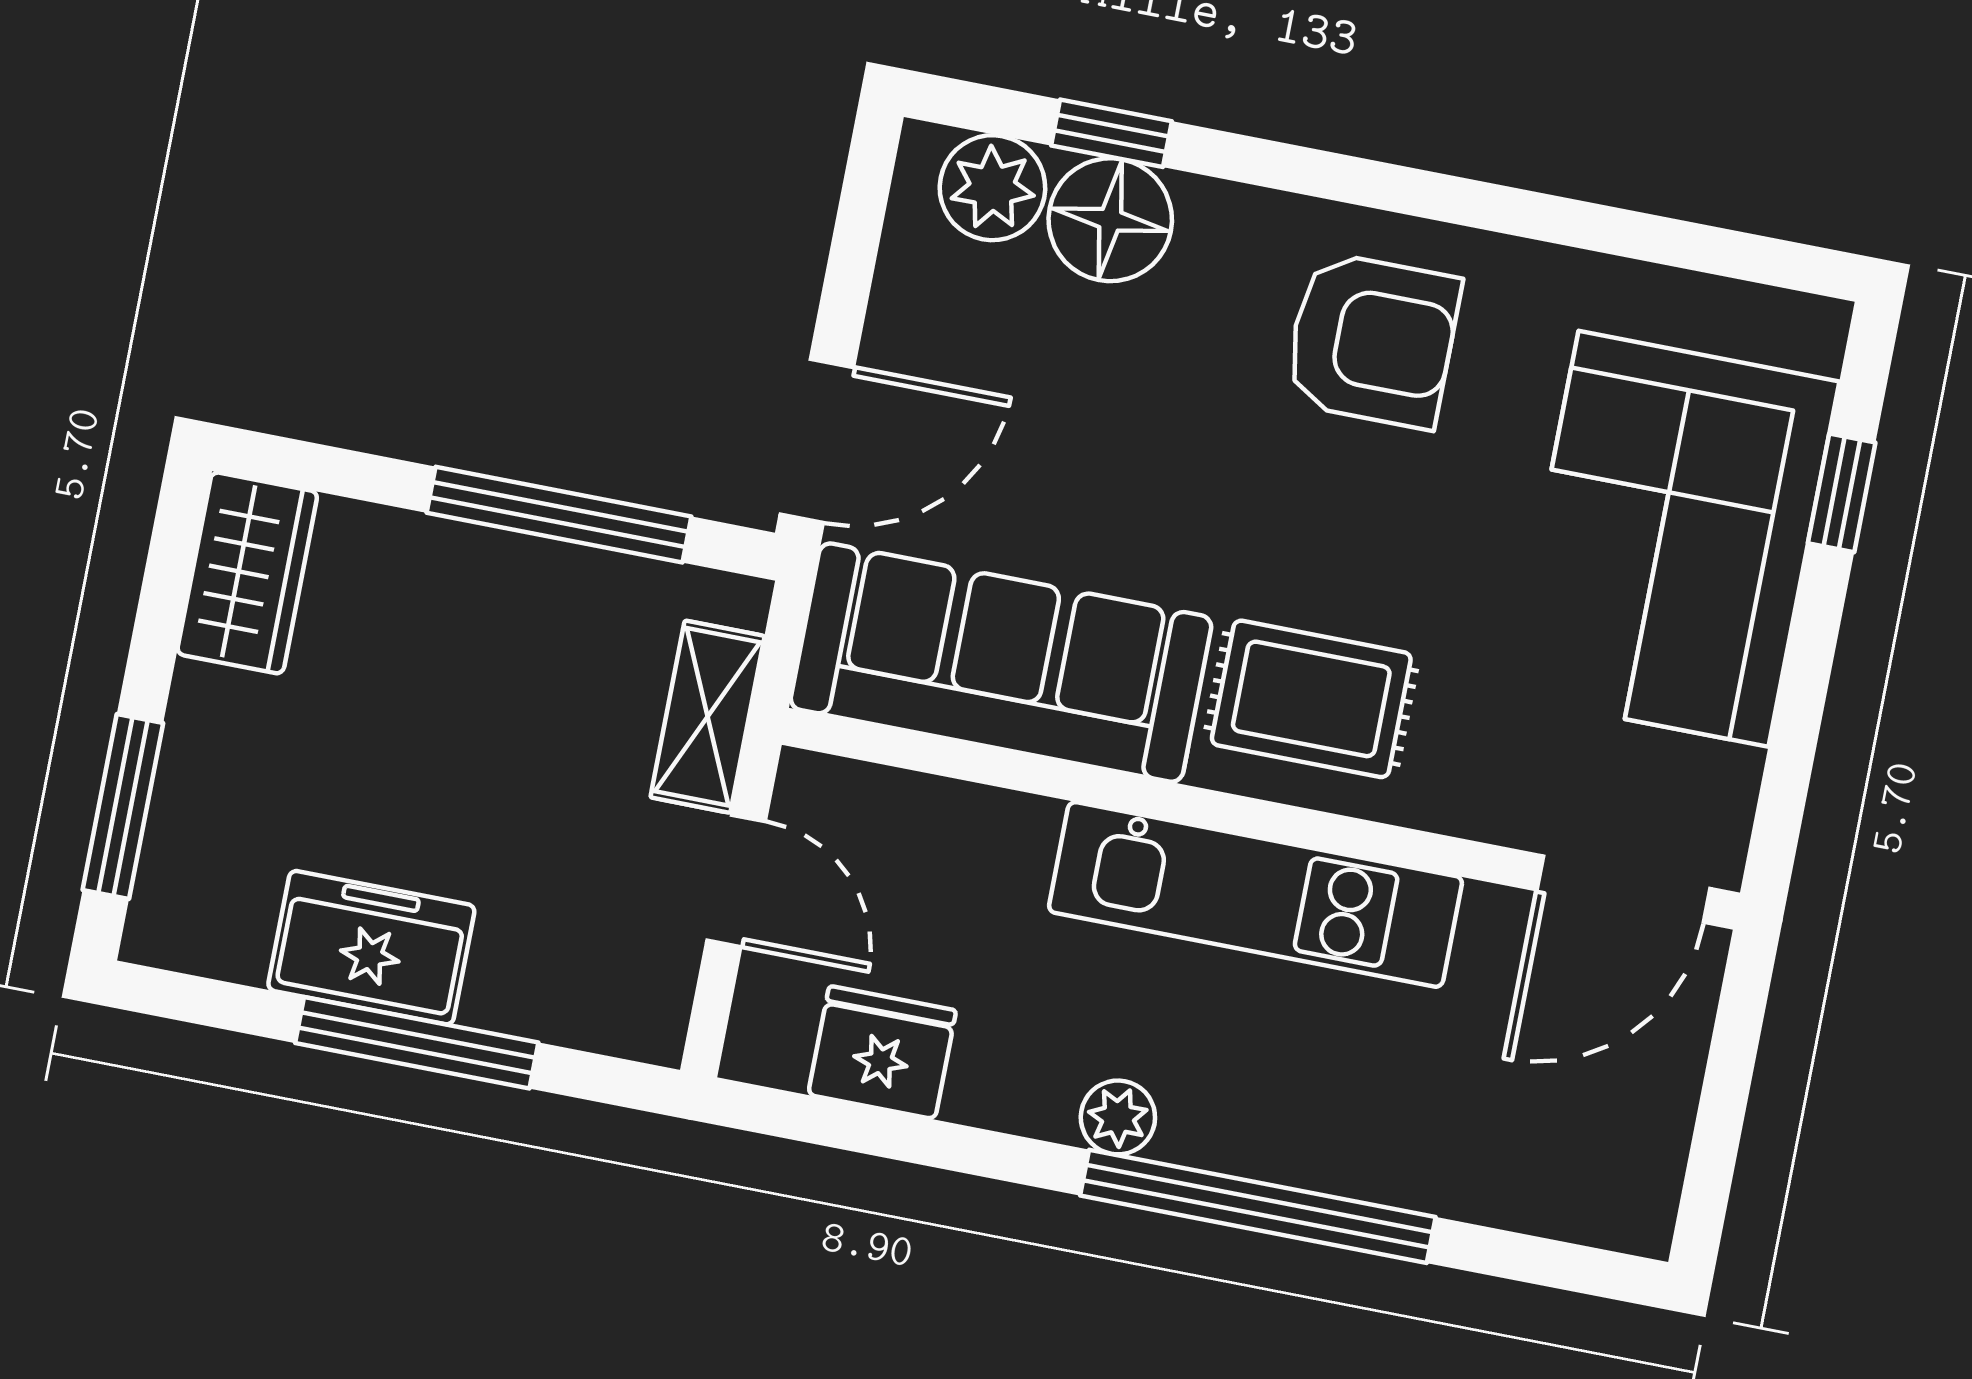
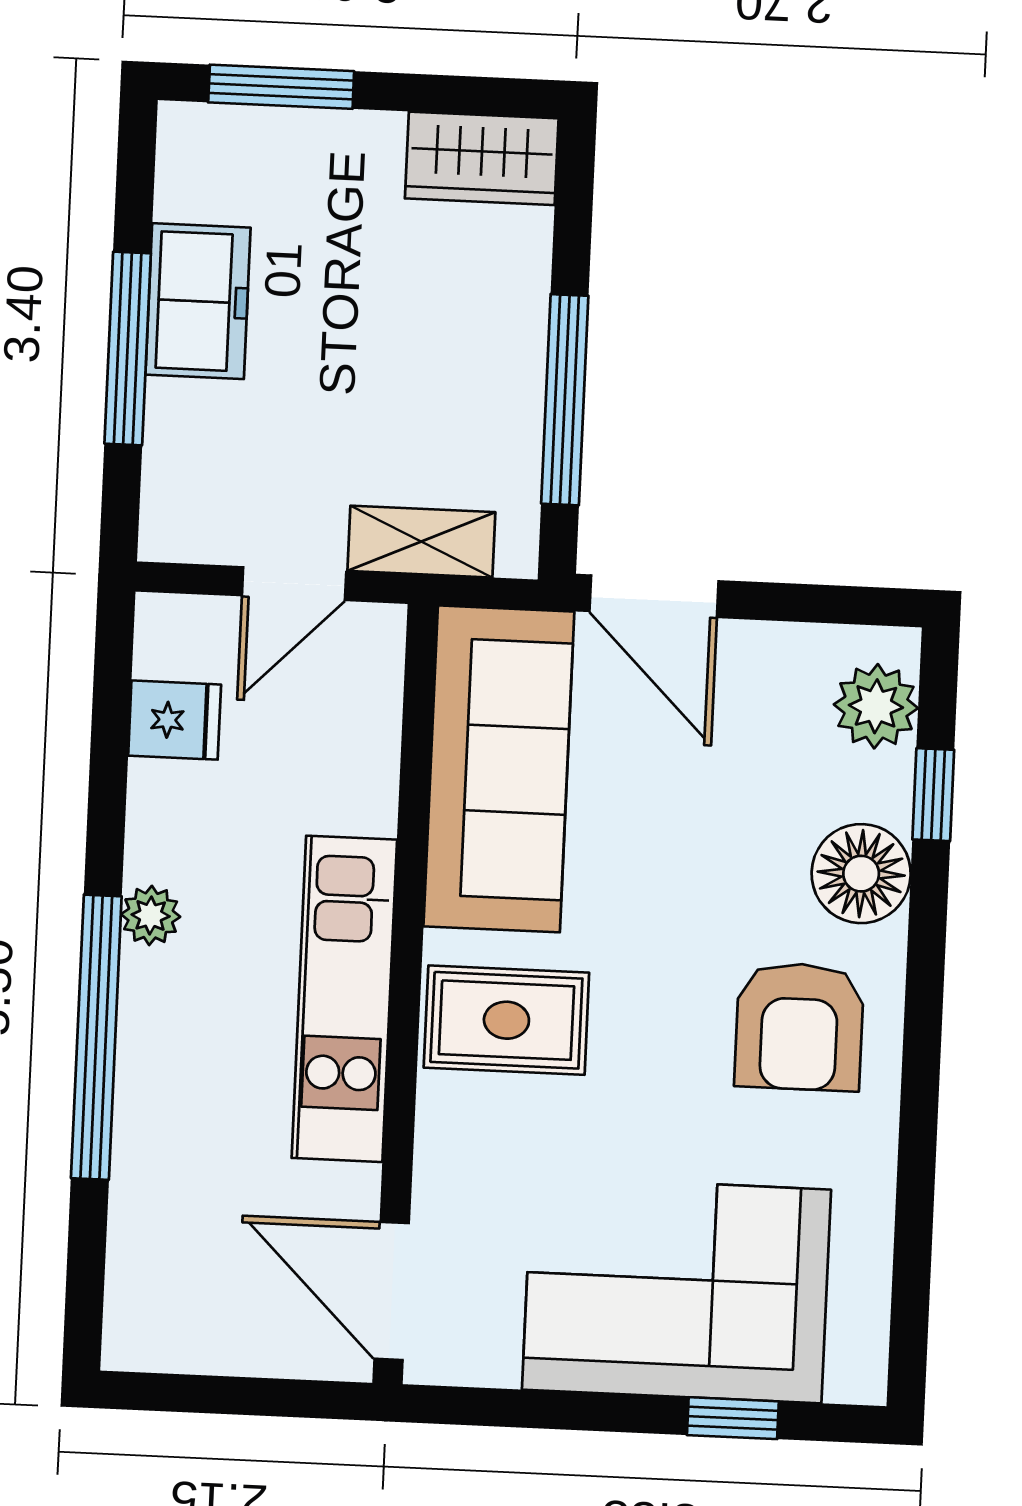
floor lamp: (1110, 220) -> (861, 874), moved
rug: (1311, 699) -> (506, 1020), turned 90
fridge: (882, 1053) -> (175, 720), width x0.72

